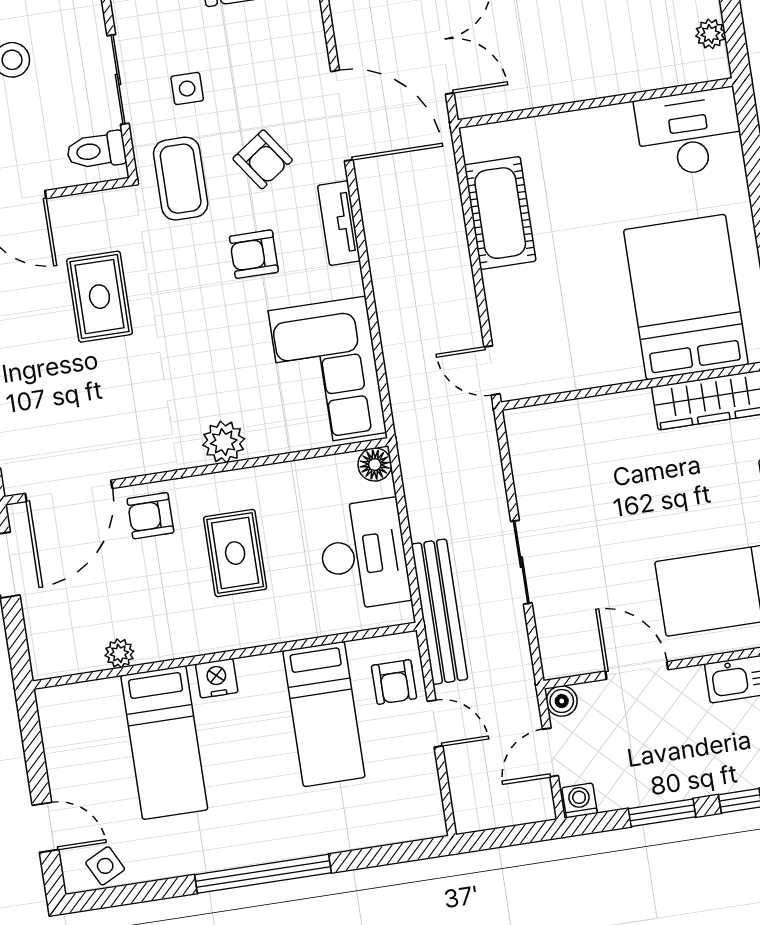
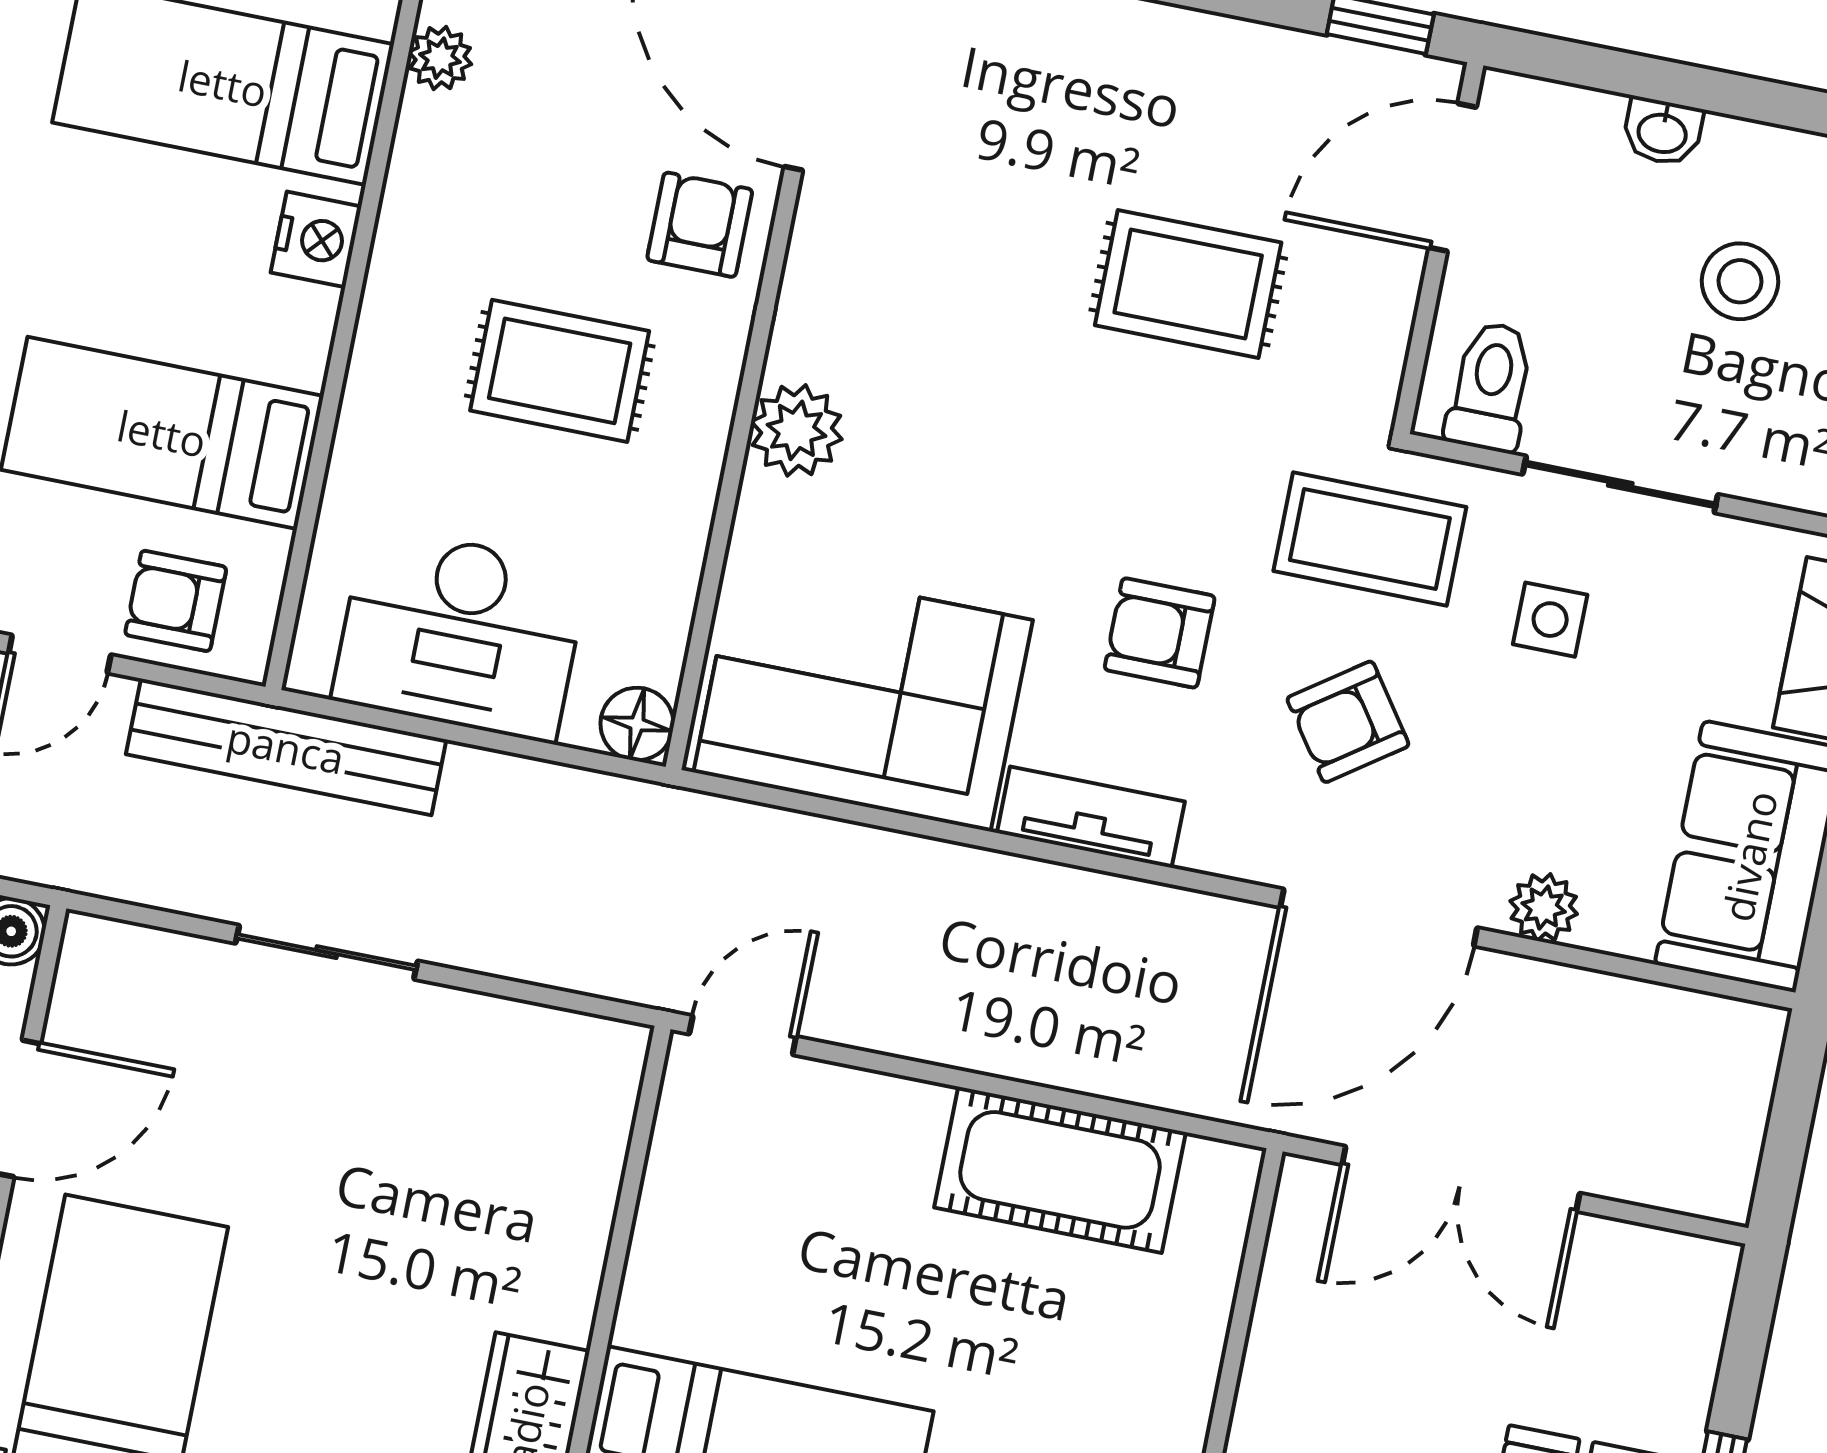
plant: (312, 46) -> (1544, 907), added
tv unit: (339, 223) -> (1091, 817), moved
armchair: (254, 254) -> (1160, 633), turned -90

